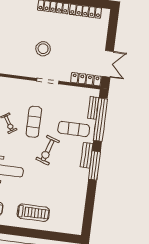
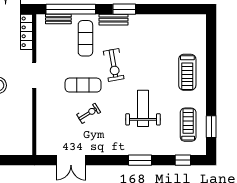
exercise bike: (48, 150) -> (114, 65), turned 62
window: (94, 166) -> (124, 9), width x0.69
treadmill: (33, 213) -> (187, 72), turned 180

